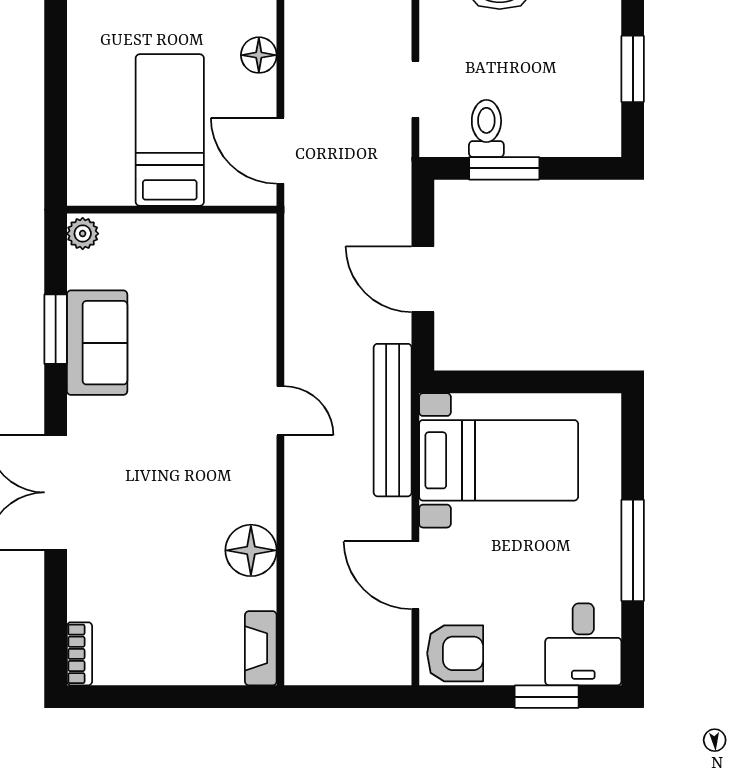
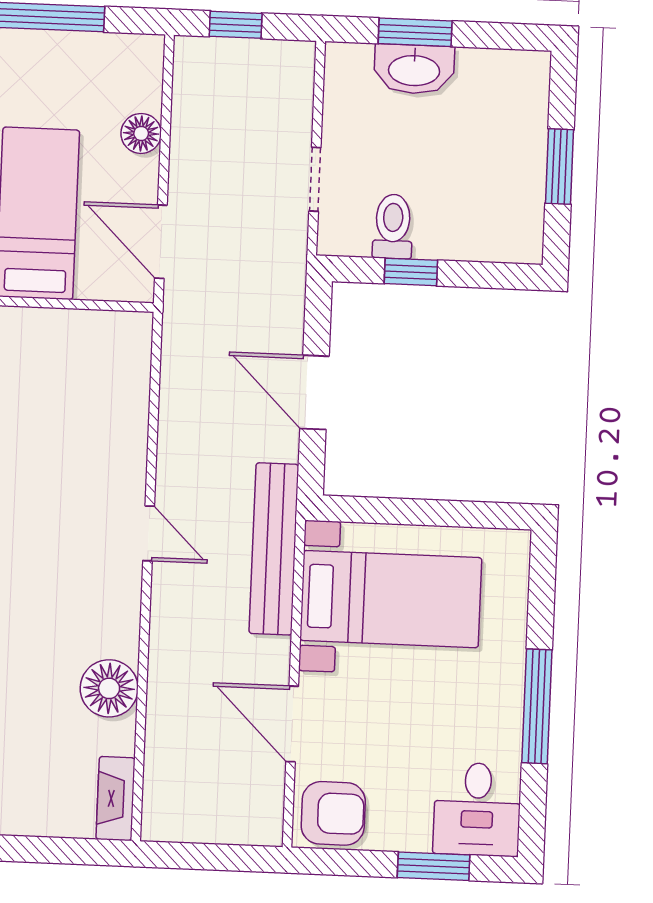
window: (504, 168) -> (411, 272), width x0.67

